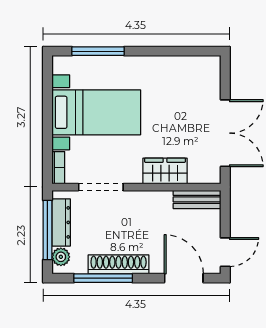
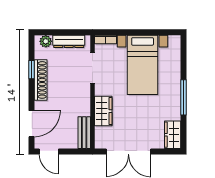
window: (98, 51) -> (184, 97), moved
wardrobe: (200, 67) -> (173, 135), added
window: (47, 230) -> (64, 32), removed
window: (103, 278) -> (31, 70), width x0.46

